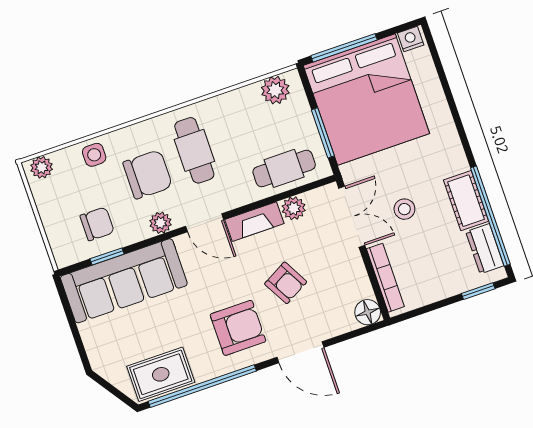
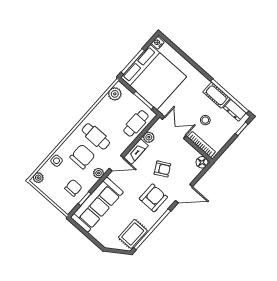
stool: (404, 209) -> (205, 120), moved

